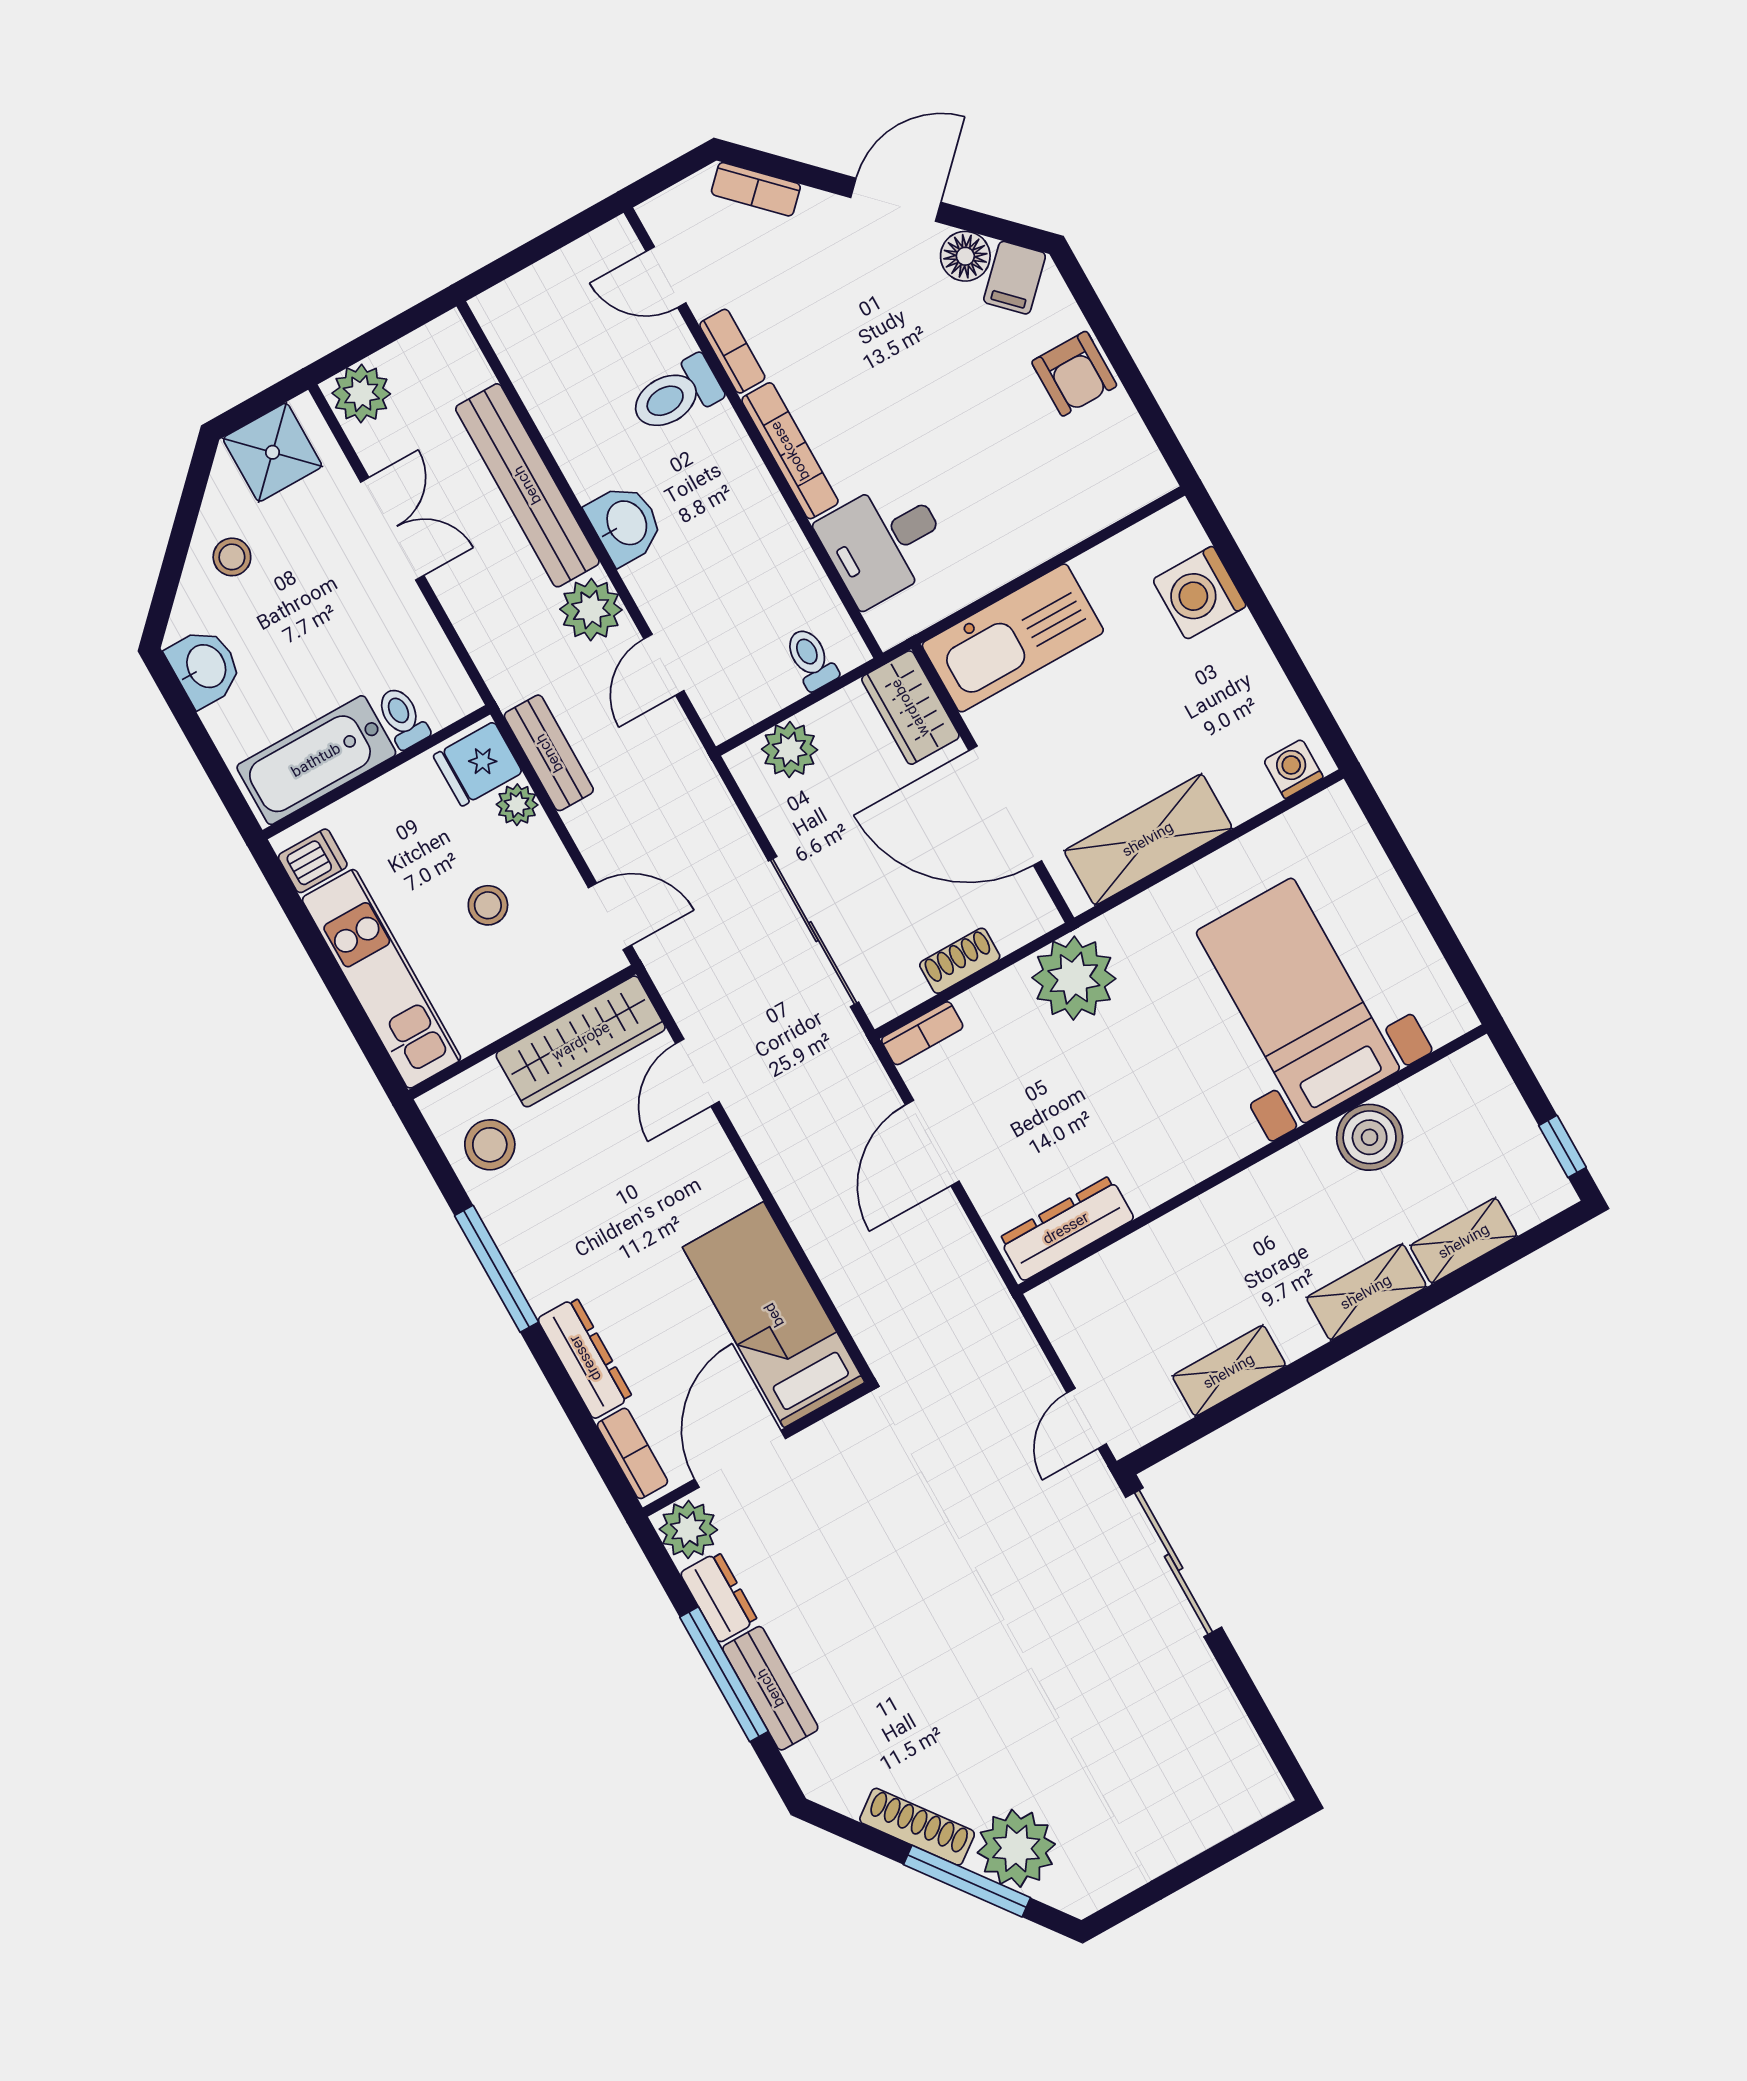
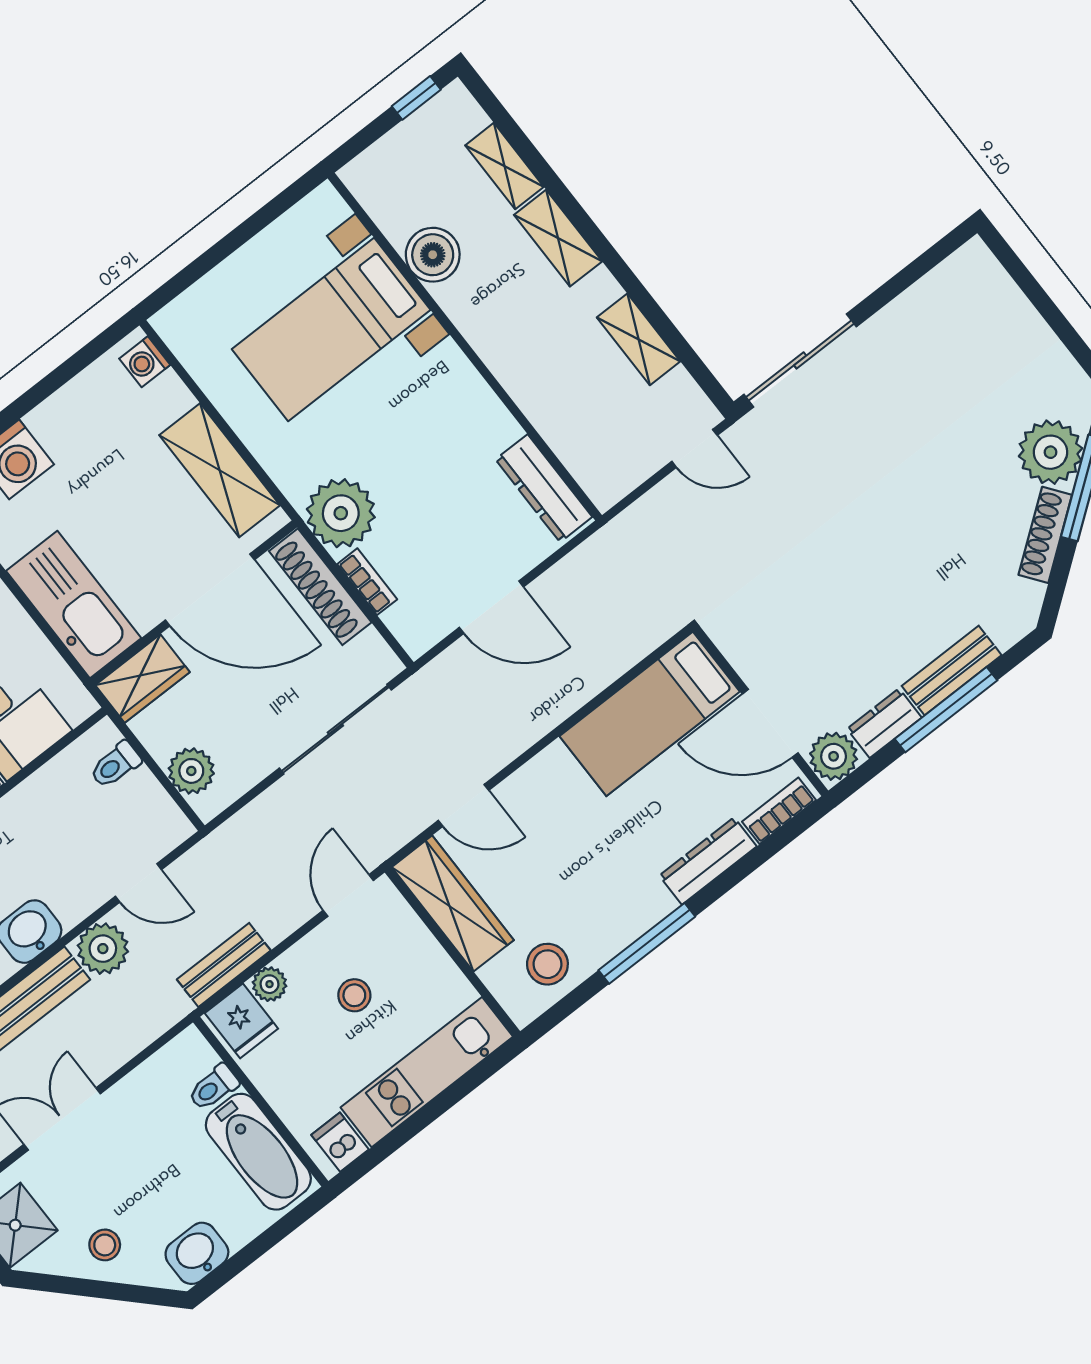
door: (1005, 806) -> (210, 590), hinge flipped
shoe rack: (960, 961) -> (320, 587), width x1.94, depth x1.24
bookcase: (922, 1033) -> (367, 582), moved

